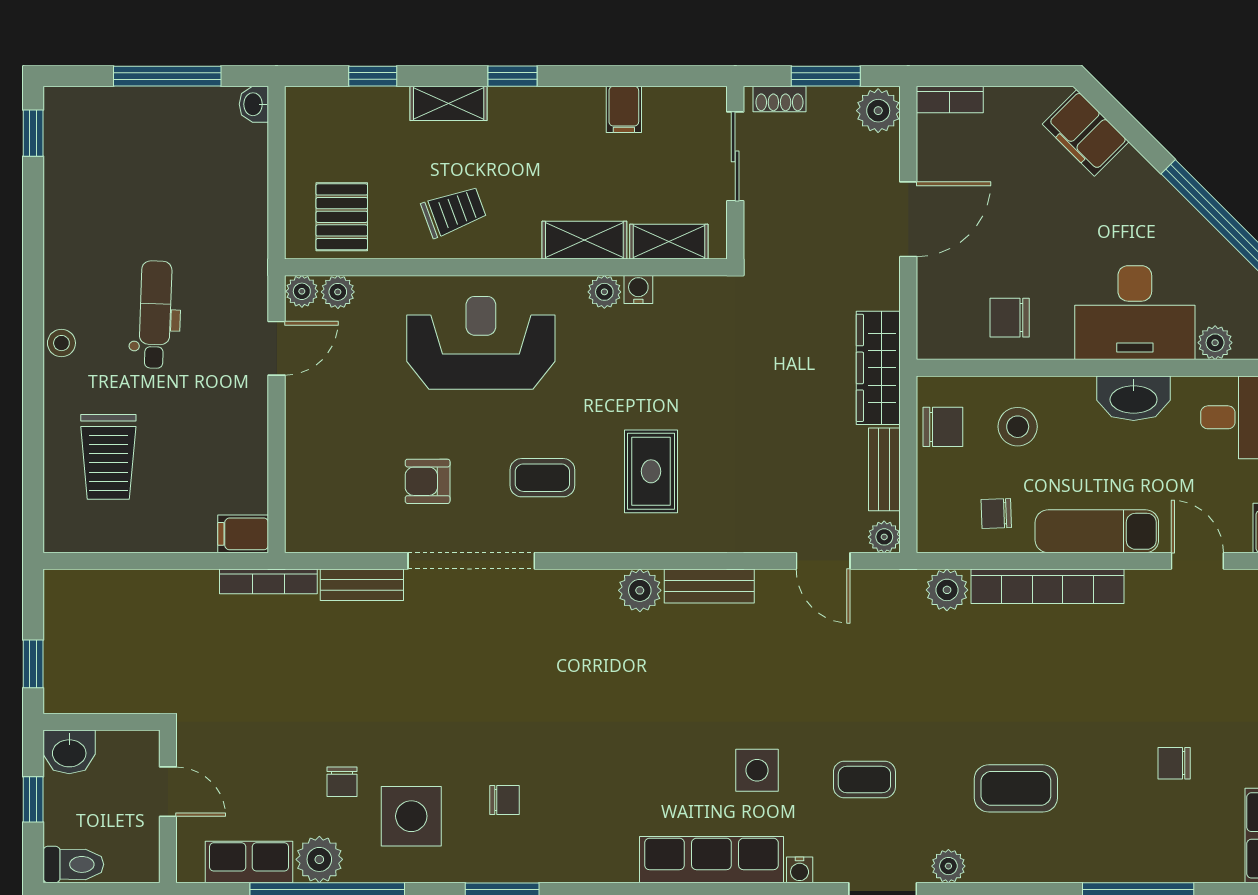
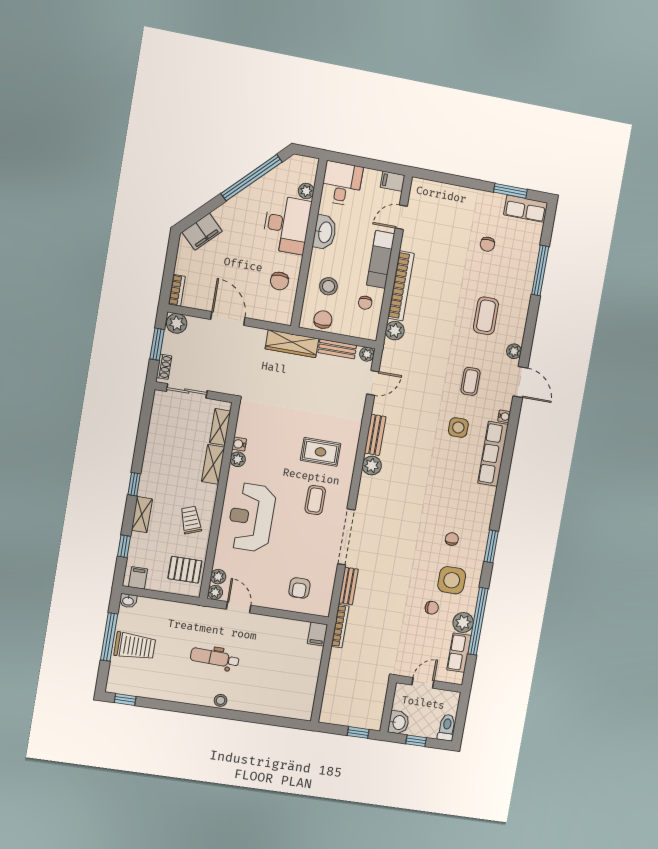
filing cabinet: (624, 109) -> (138, 578), moved, turned -90
trolley: (108, 457) -> (135, 646), moved
armchair: (428, 481) -> (299, 588), moved

